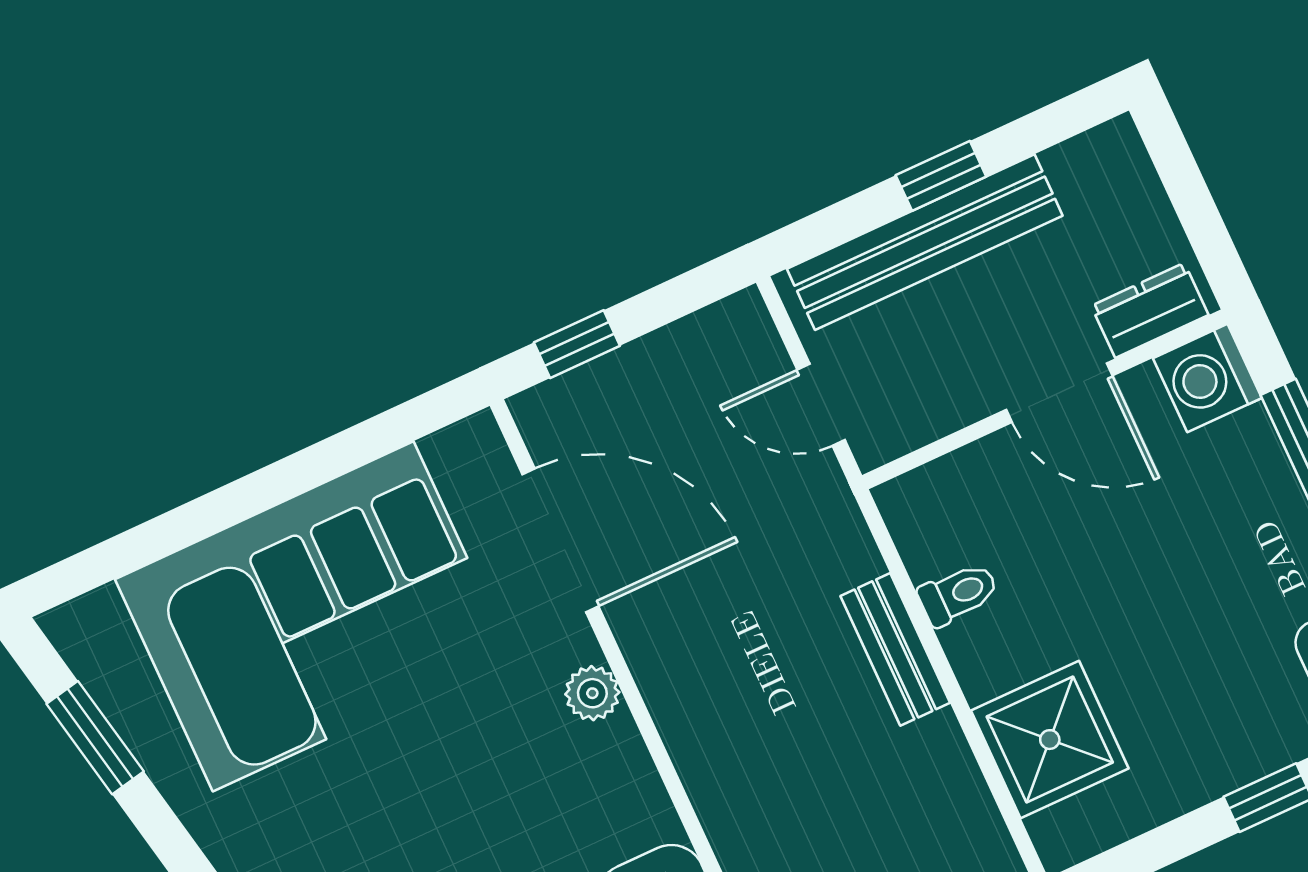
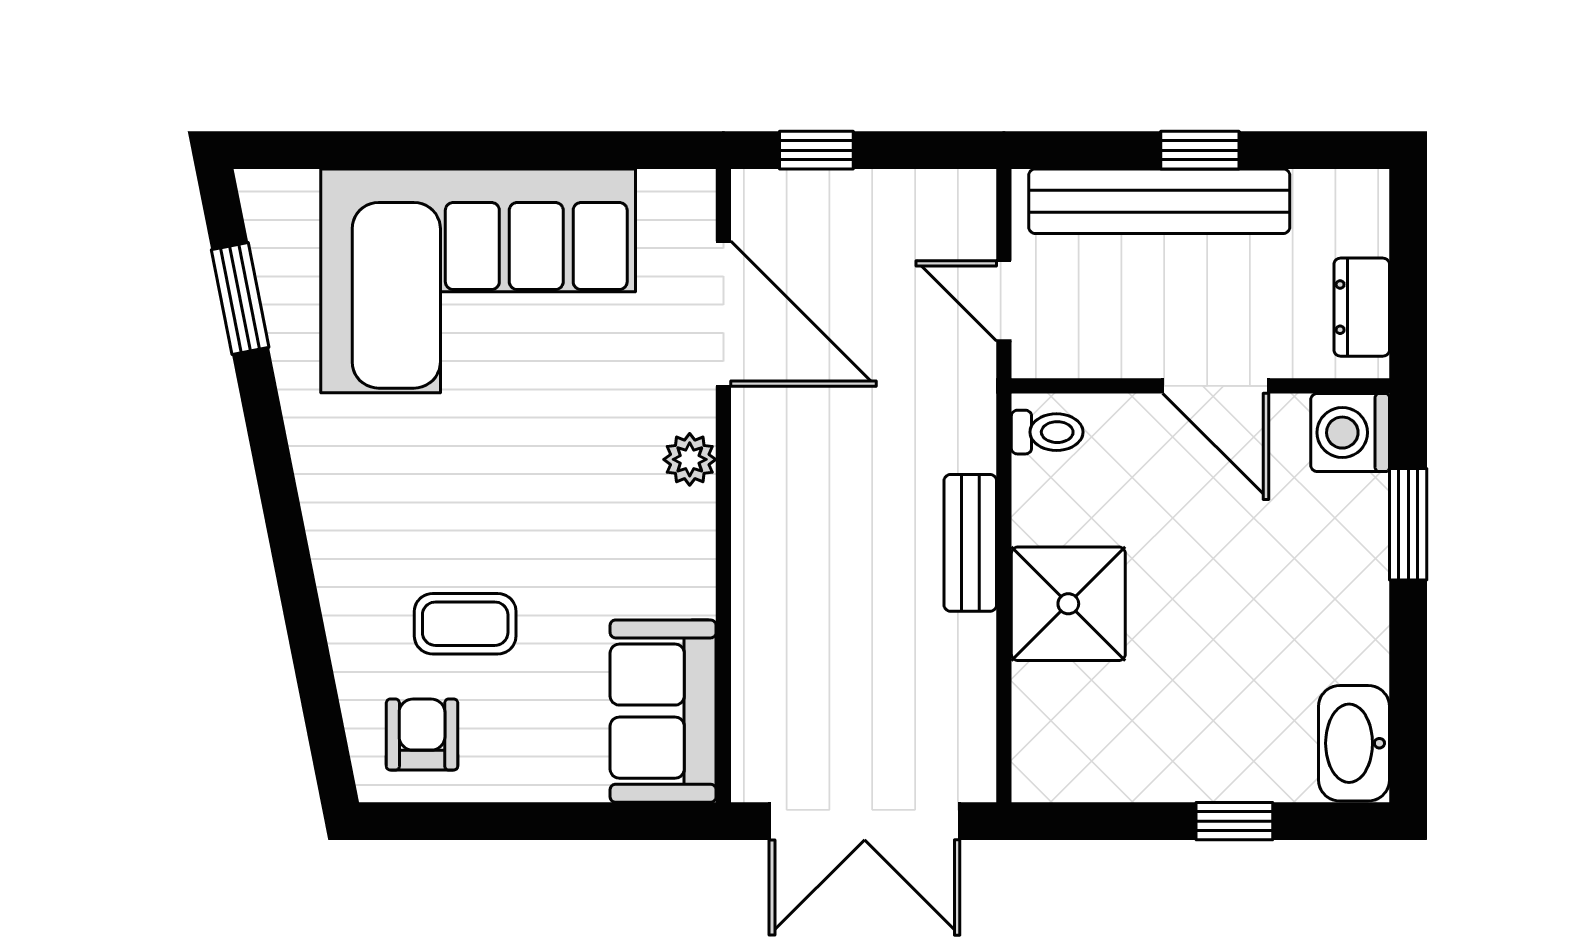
dresser: (1150, 310) -> (1362, 307), moved, turned -90
toilet: (958, 594) -> (1047, 432), moved
shower: (1050, 740) -> (1068, 604), moved

